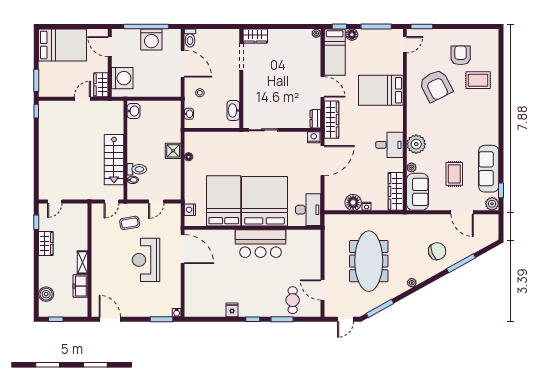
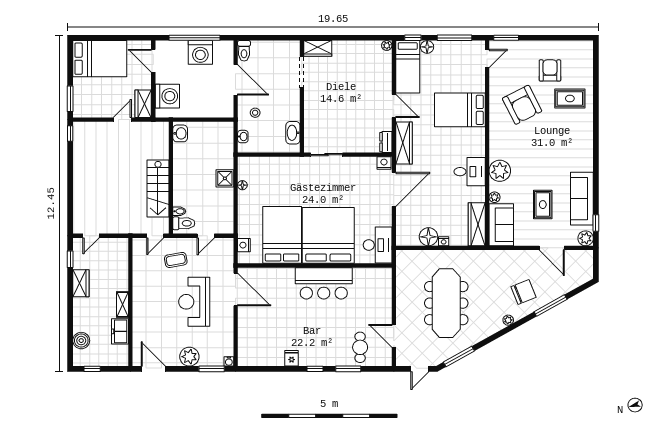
toilet: (137, 169) -> (184, 223), moved
plant: (412, 283) -> (508, 320), moved
plant: (142, 308) -> (189, 357), added

